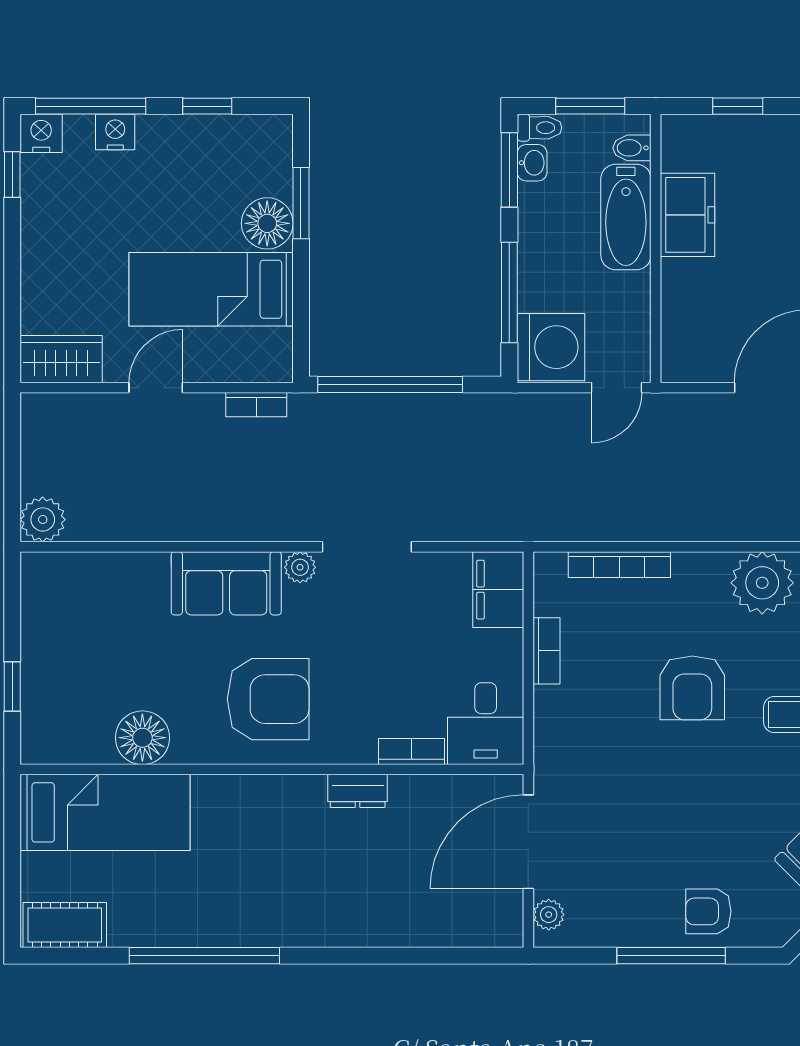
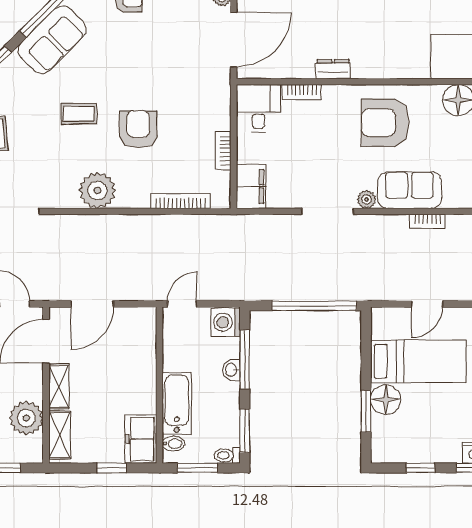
washbasin: (532, 163) -> (231, 370), moved
freezer: (688, 215) -> (141, 439), moved
washing machine: (551, 347) -> (226, 322), width x0.73, depth x0.73
door: (156, 388) -> (427, 304), moved
bookcase: (256, 405) -> (427, 221), moved, turned 180

